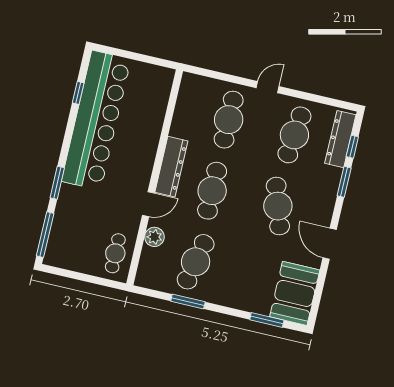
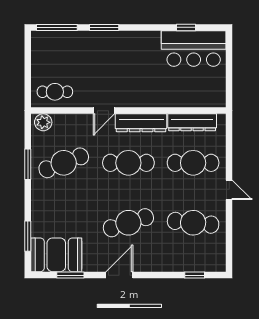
bar counter: (96, 120) -> (194, 49), width x0.54
dresser: (340, 139) -> (192, 122), moved, turned 180
window: (344, 182) -> (70, 275), moved
door: (148, 204) -> (104, 111), hinge flipped
plant: (154, 237) -> (43, 122), moved
door: (330, 244) -> (119, 275), moved
cafe table: (196, 262) -> (64, 163), turned -33

